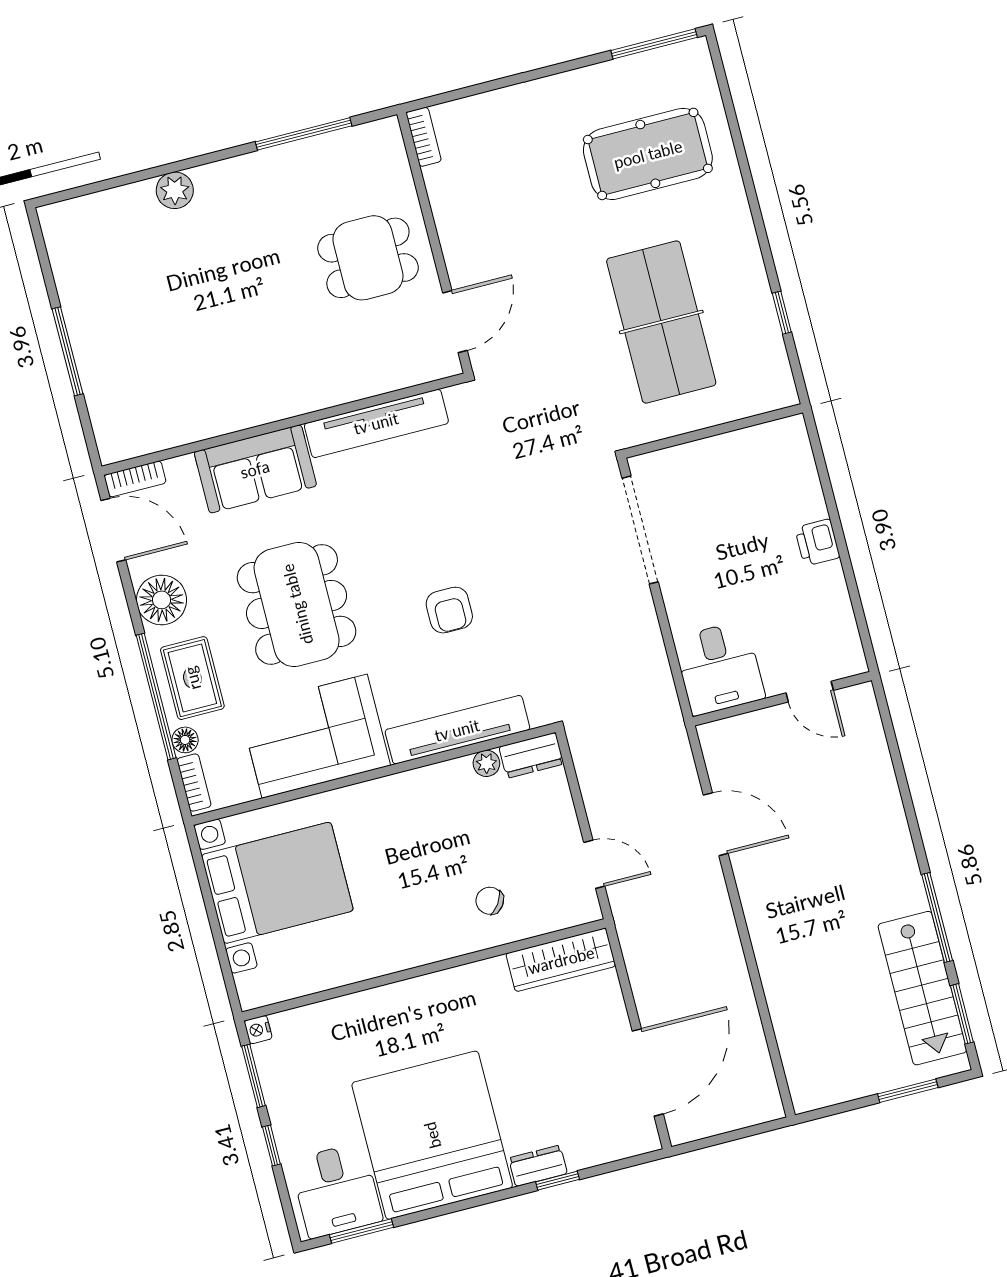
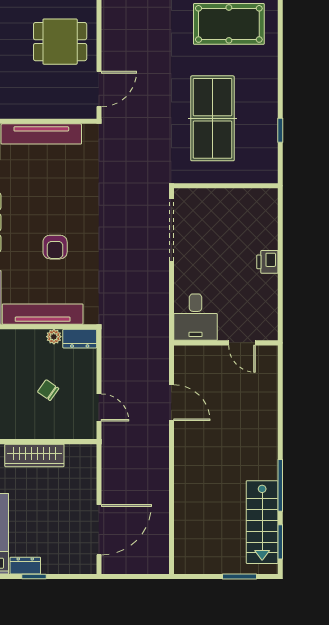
chair: (490, 901) -> (48, 390), moved
wardrobe: (561, 960) -> (34, 455), moved

